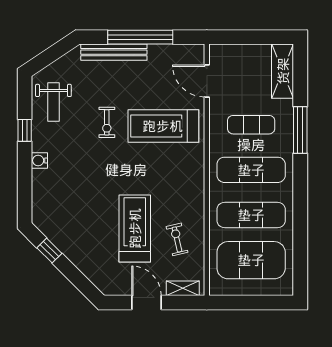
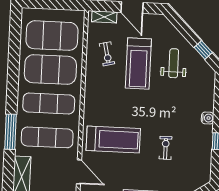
weight bench: (53, 102) -> (174, 63), moved
exercise bike: (107, 122) -> (165, 148), moved
exercise mat: (251, 125) -> (47, 137), width x1.36, depth x1.45
exercise mat: (251, 215) -> (50, 70), width x1.47

